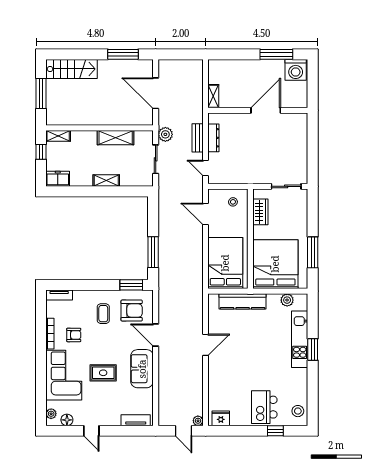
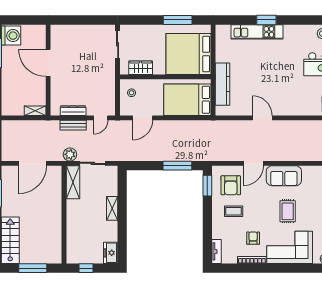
shelving: (58, 136) -> (71, 252), removed
shelving: (116, 138) -> (73, 182), moved
plant: (287, 300) -> (221, 43), removed
armchair: (132, 311) -> (231, 185), turned 180

